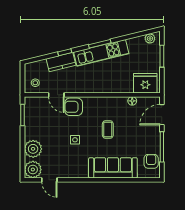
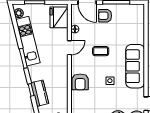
kitchen unit: (101, 53) -> (28, 41), moved
door: (56, 95) -> (69, 48), moved
armchair: (151, 161) -> (105, 16), moved
sofa: (113, 168) -> (135, 66), moved

